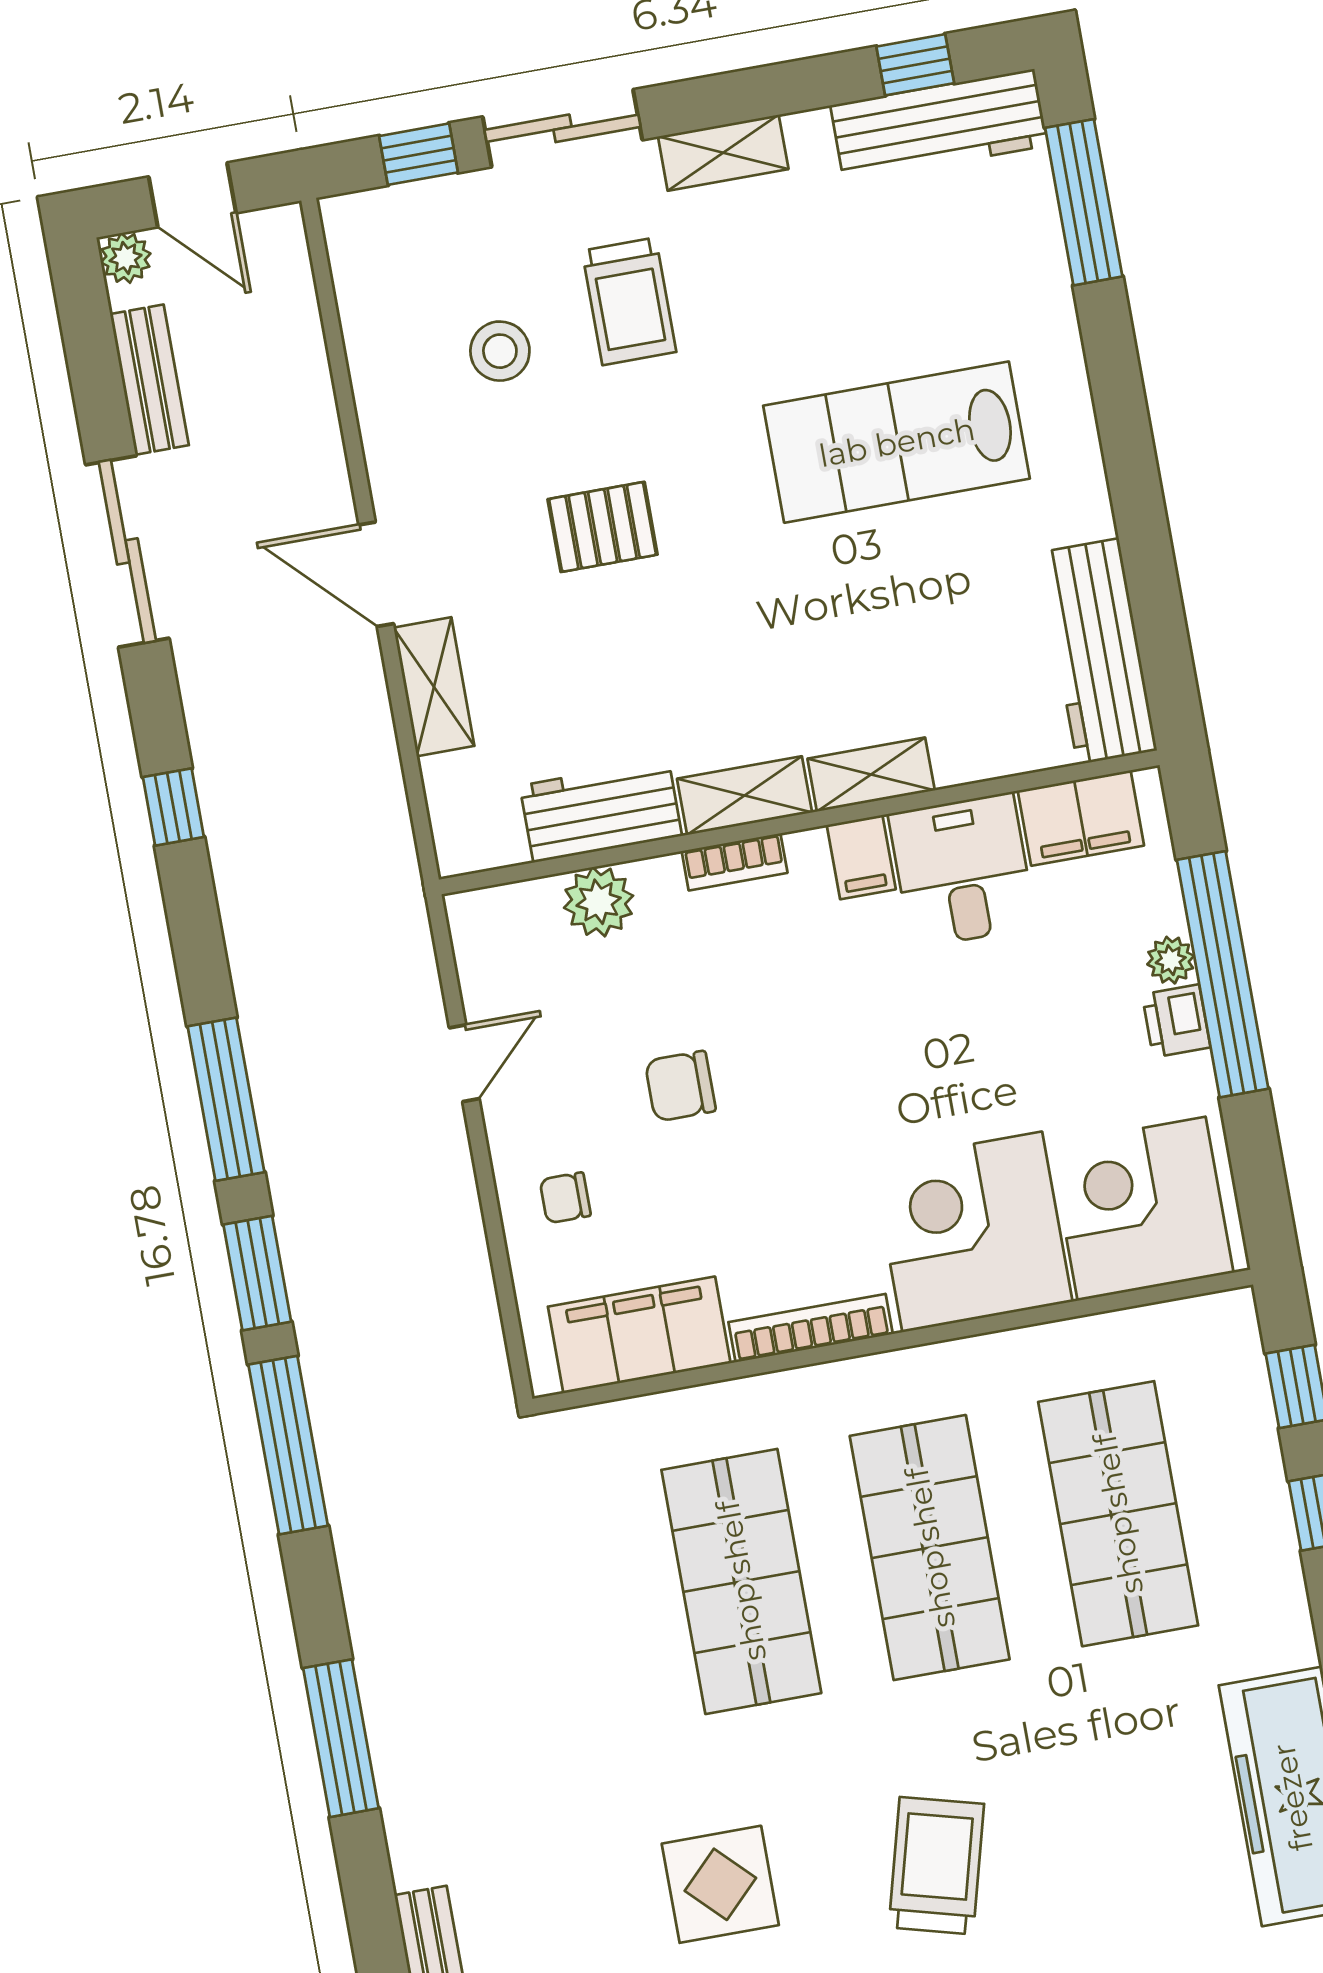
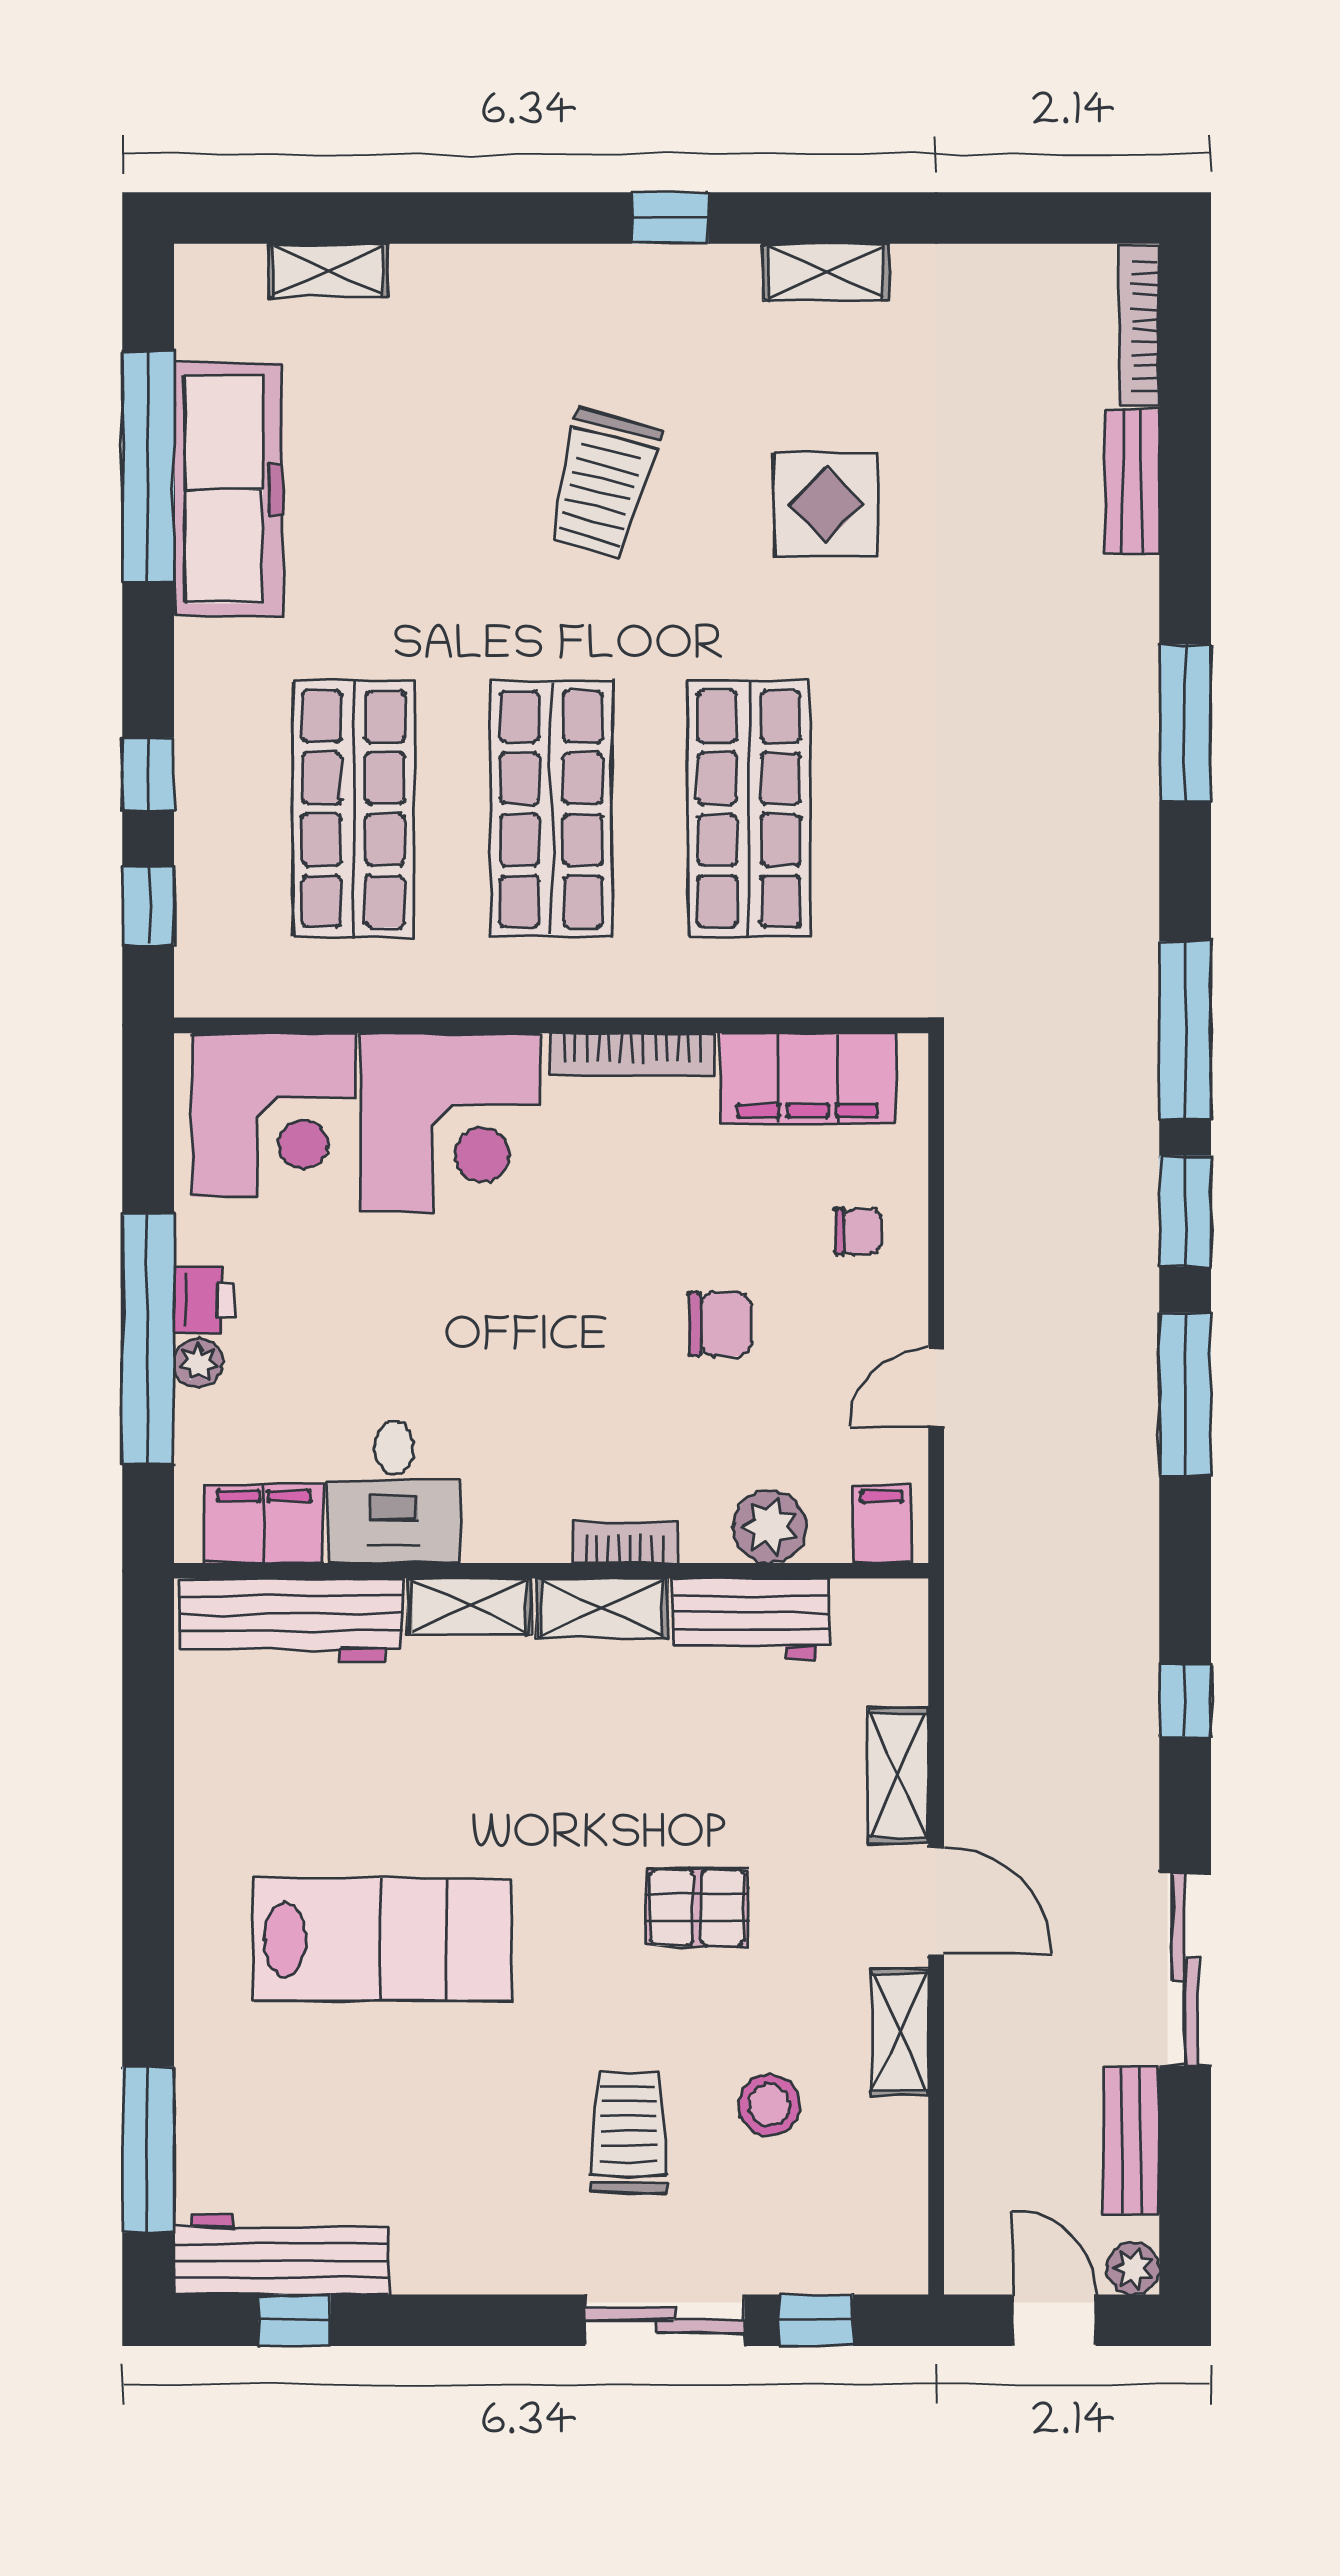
shelving: (723, 153) -> (900, 2032), moved, turned 90
workbench: (1098, 651) -> (291, 1620), moved, turned 90
filing cabinet: (861, 857) -> (882, 1524), moved

